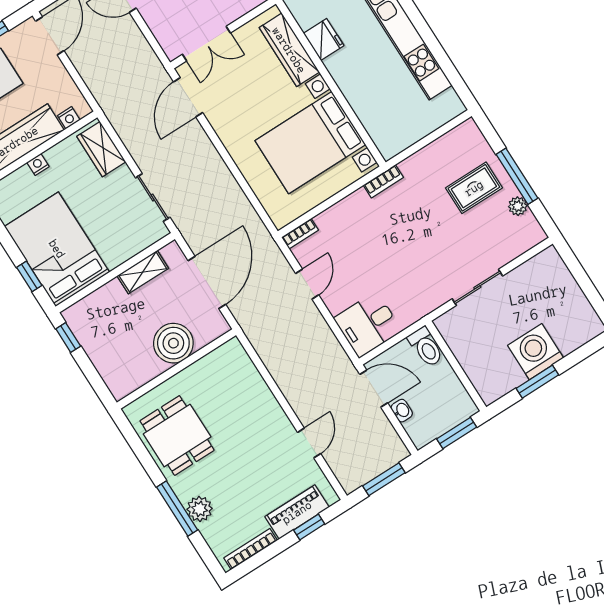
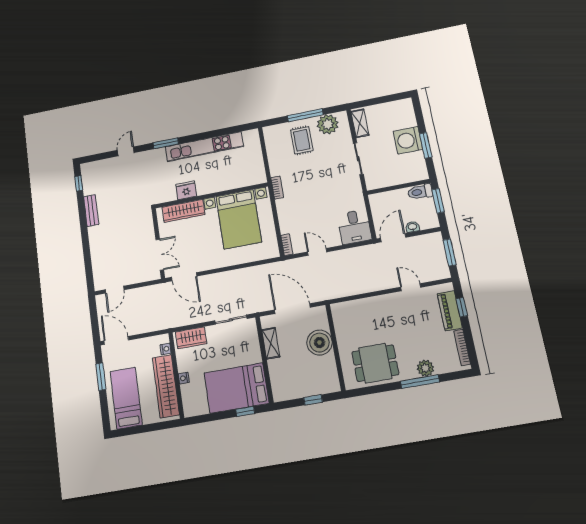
plant: (518, 206) -> (328, 124), width x1.87, depth x1.87
shelving: (536, 267) -> (360, 123), added
window: (68, 337) -> (313, 400), moved
toilet: (426, 347) -> (420, 192), moved, turned 180

